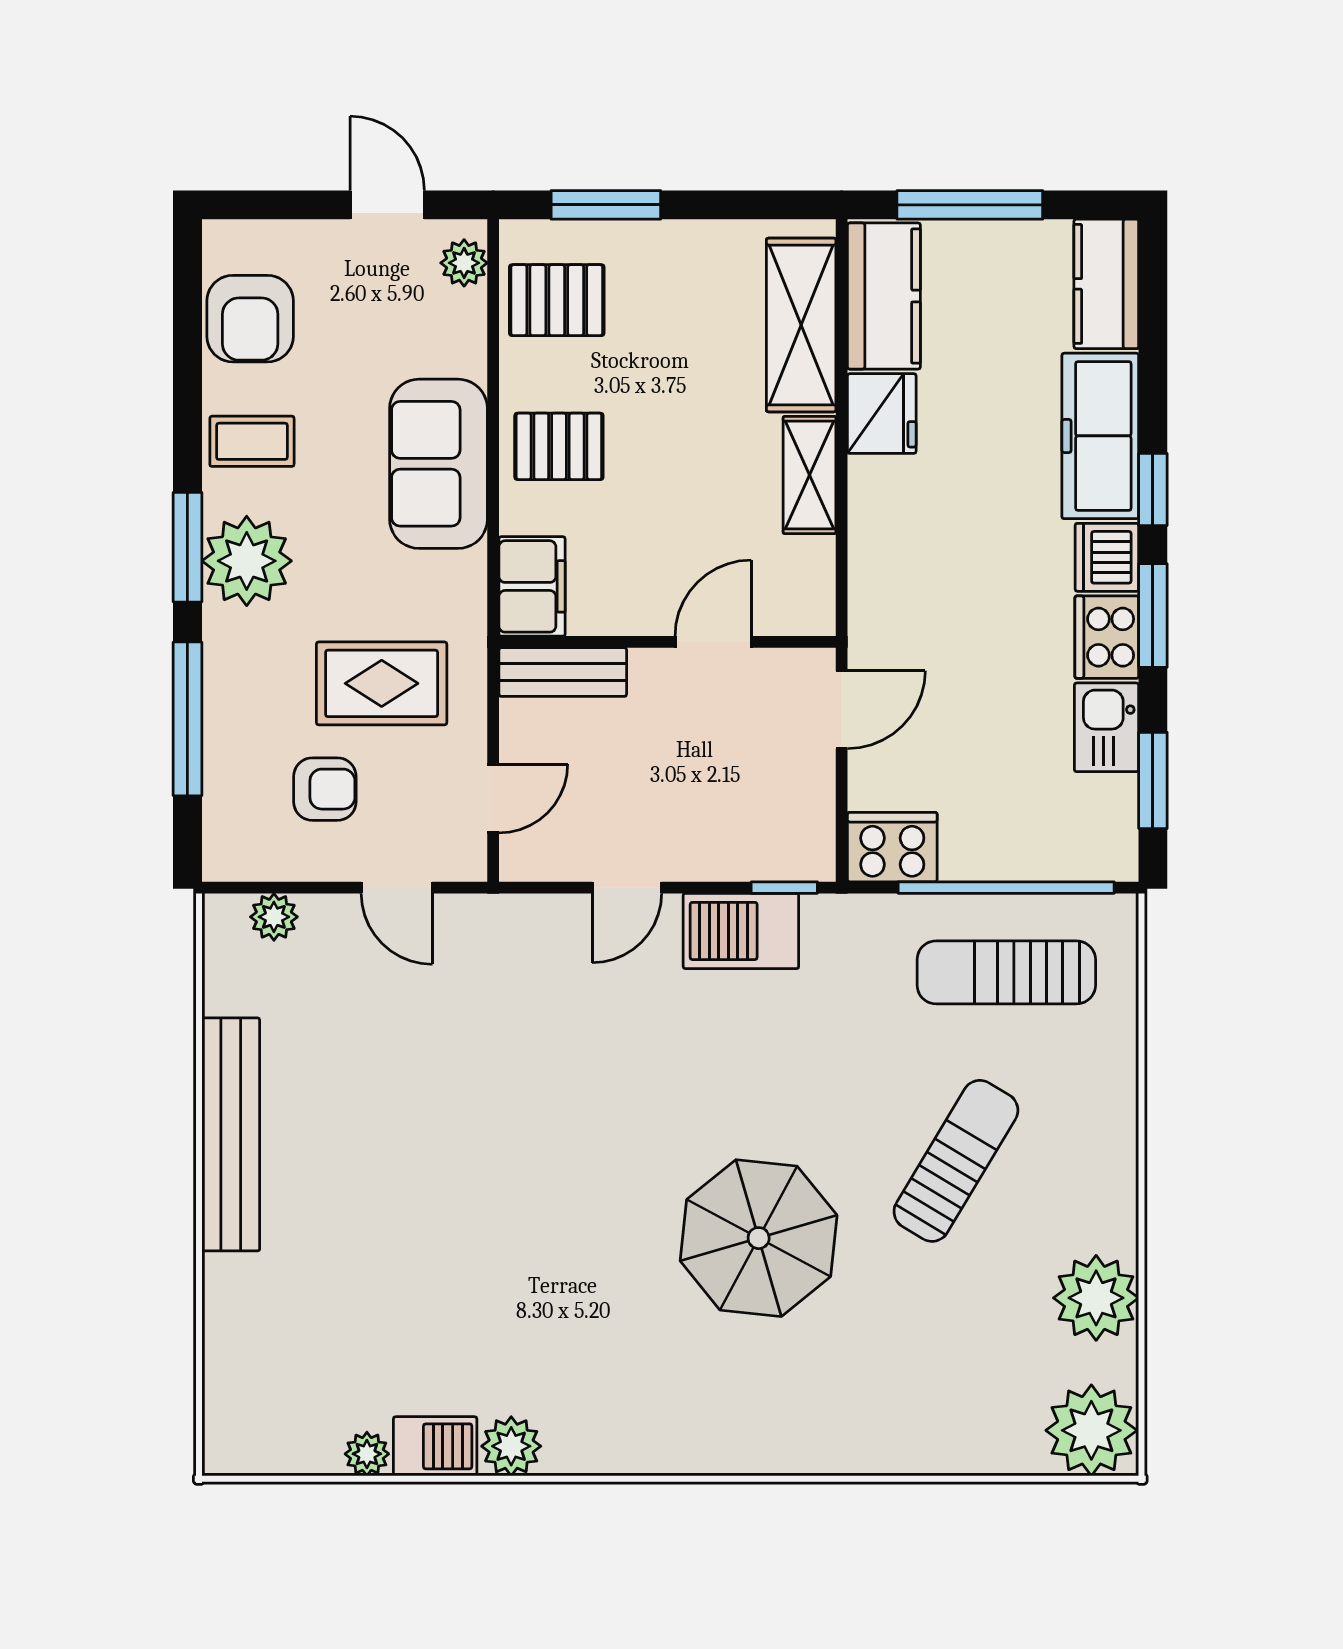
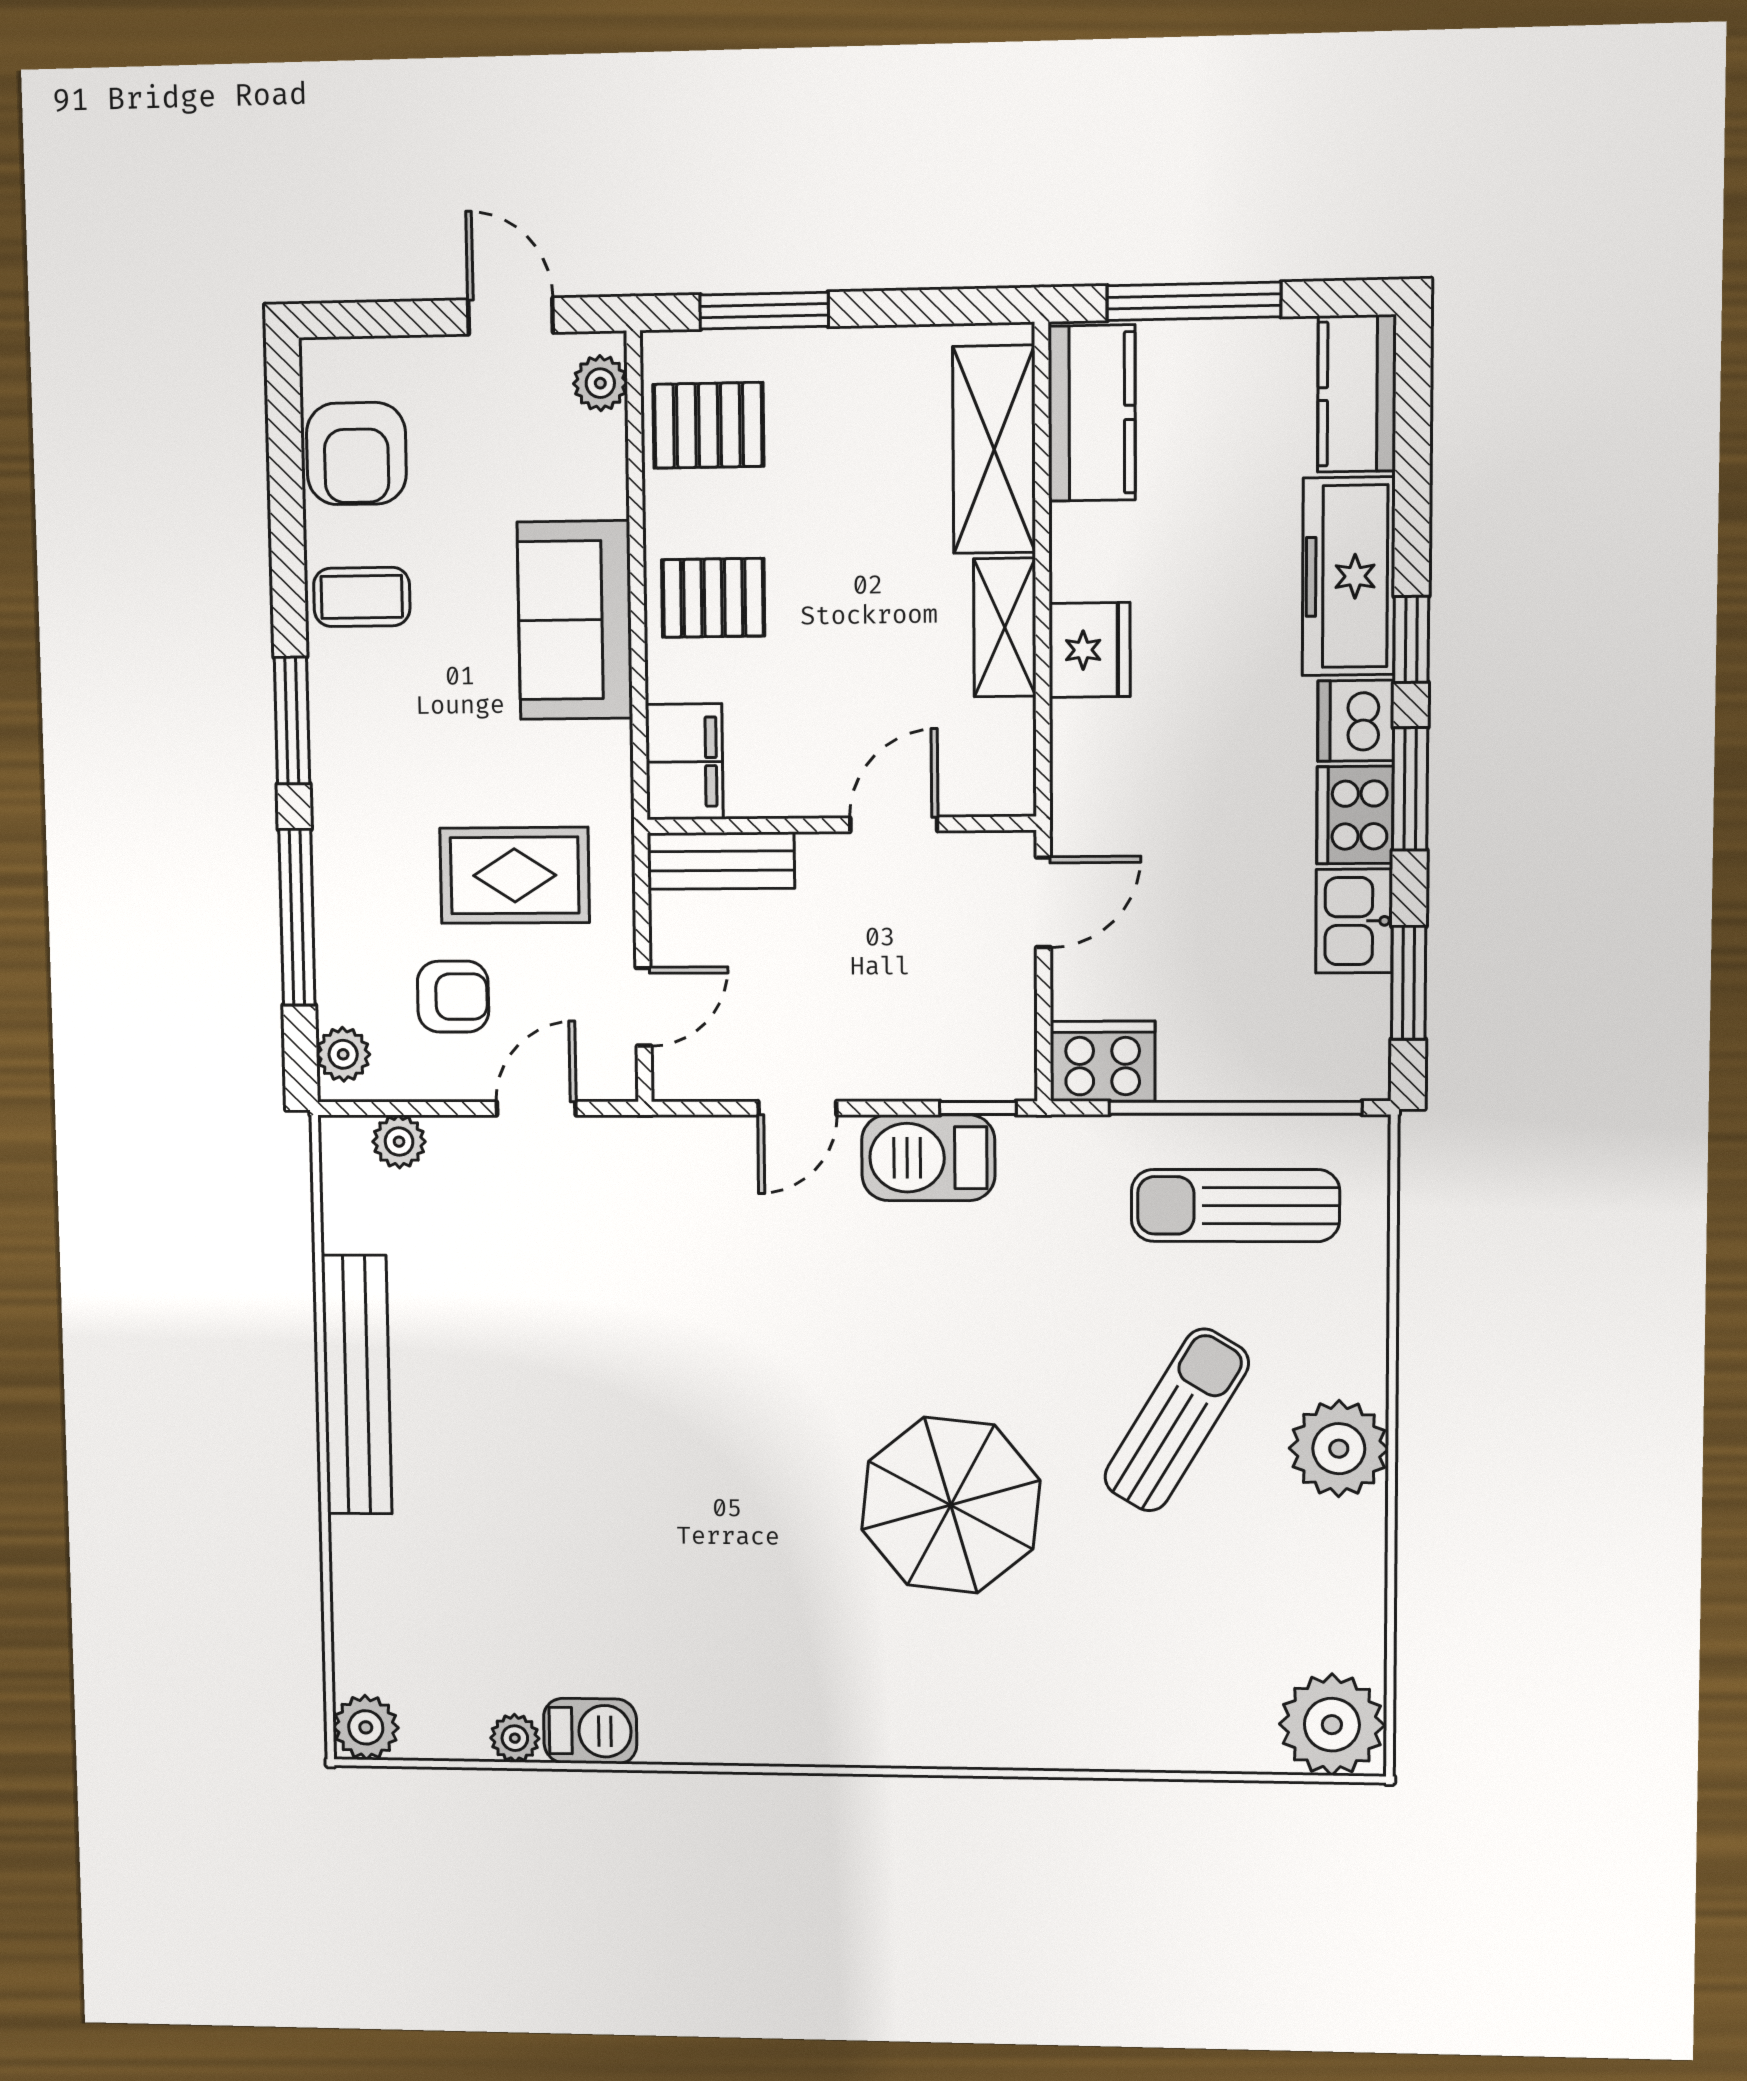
fridge: (882, 414) -> (1090, 650), moved
plant: (247, 561) -> (343, 1054), moved, width x0.53, depth x0.53
door: (397, 888) -> (536, 1108), swing flipped
plant: (1096, 1298) -> (1339, 1449), moved
plant: (511, 1446) -> (366, 1727), moved

